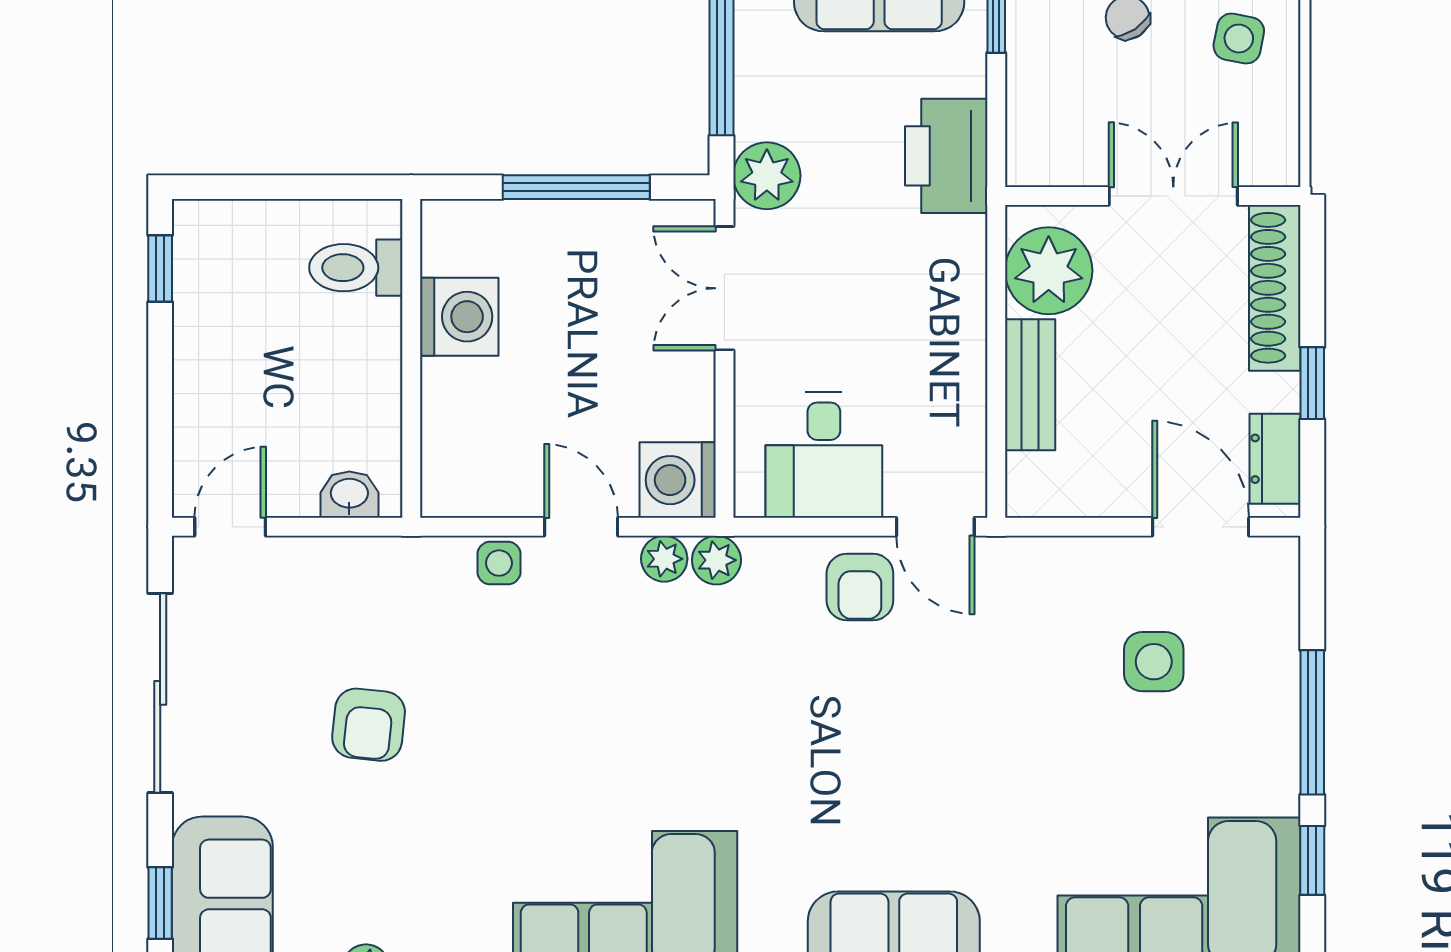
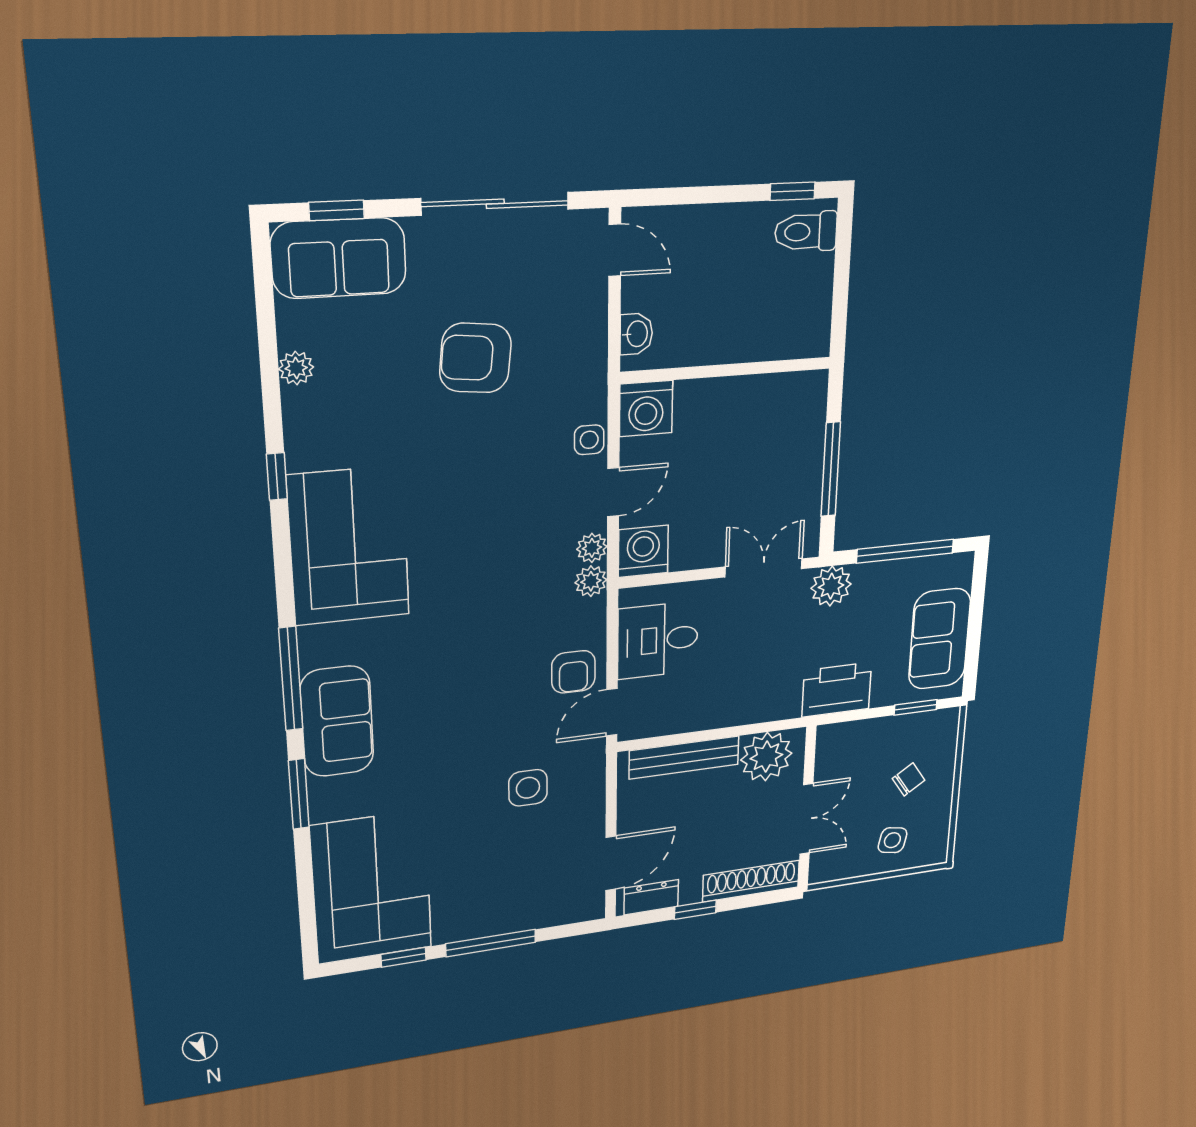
toilet: (356, 268) -> (806, 232), moved, turned -90
washing machine: (459, 317) -> (646, 409), moved
bench: (1030, 385) -> (684, 757), width x1.36
armchair: (860, 587) -> (573, 672), turned -90
side table: (1154, 662) -> (528, 788), moved
armchair: (369, 725) -> (475, 358), width x1.38, depth x1.38

